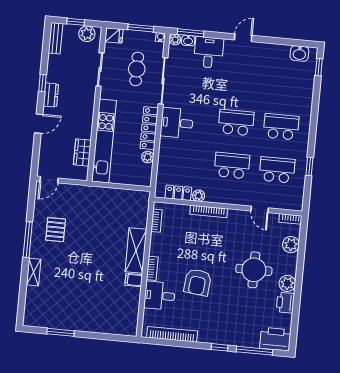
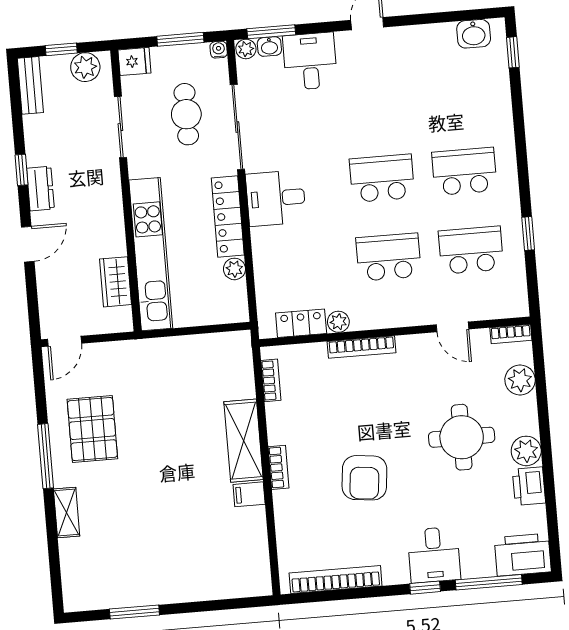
pallet: (56, 230) -> (92, 429), width x1.50, depth x1.42
desk: (160, 296) -> (434, 555), moved, turned -90

